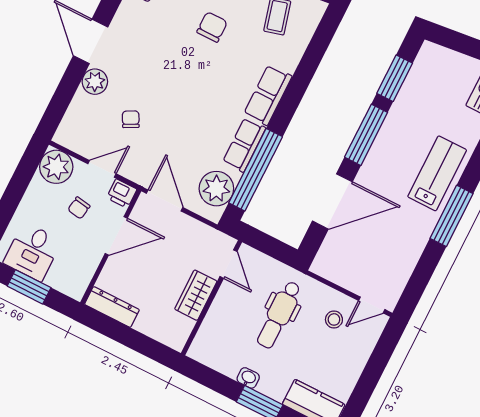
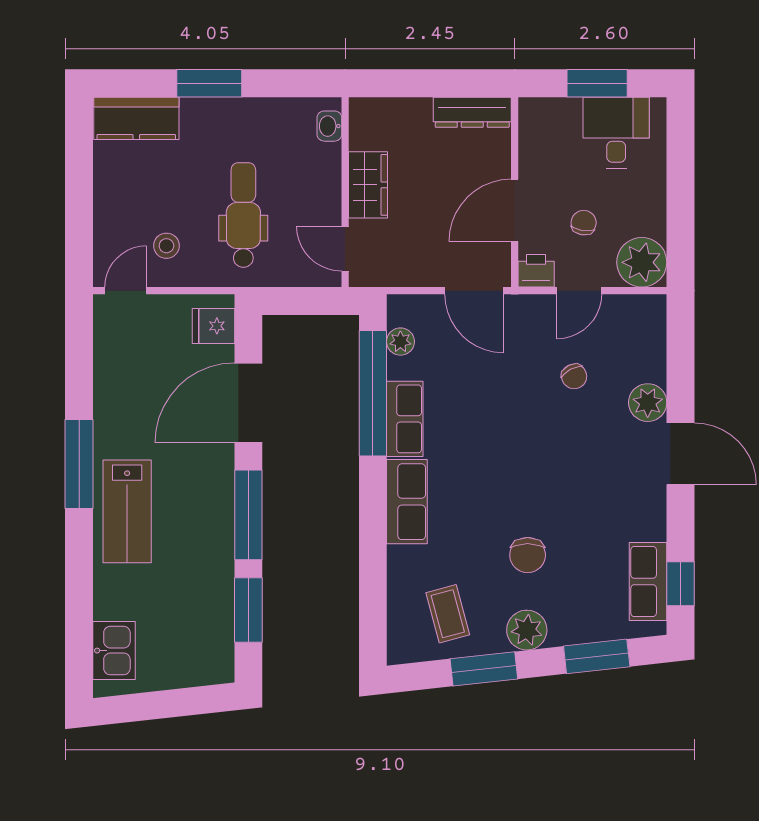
plant: (216, 189) -> (400, 342), width x0.53, depth x0.53
fridge: (330, 258) -> (213, 326), added
washbasin: (248, 378) -> (329, 126), moved, turned 90

